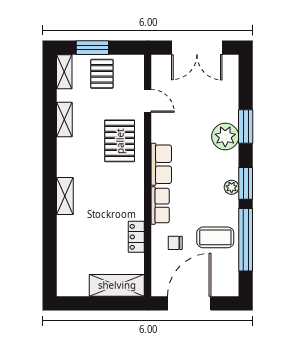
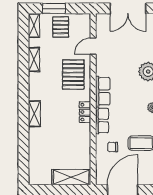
door: (148, 101) -> (93, 46), swing flipped
locker: (136, 237) -> (85, 112), moved

